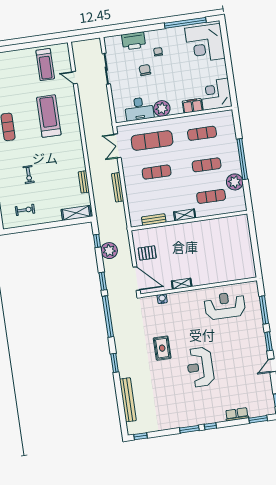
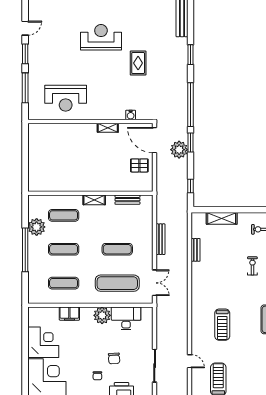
corner desk: (216, 94) -> (43, 342), moved, turned -90
treadmill: (49, 116) -> (222, 325), width x0.73, depth x0.73
shelving: (76, 213) -> (222, 218), moved
plant: (109, 251) -> (179, 150), moved
reception desk: (200, 367) -> (101, 37), turned -90

